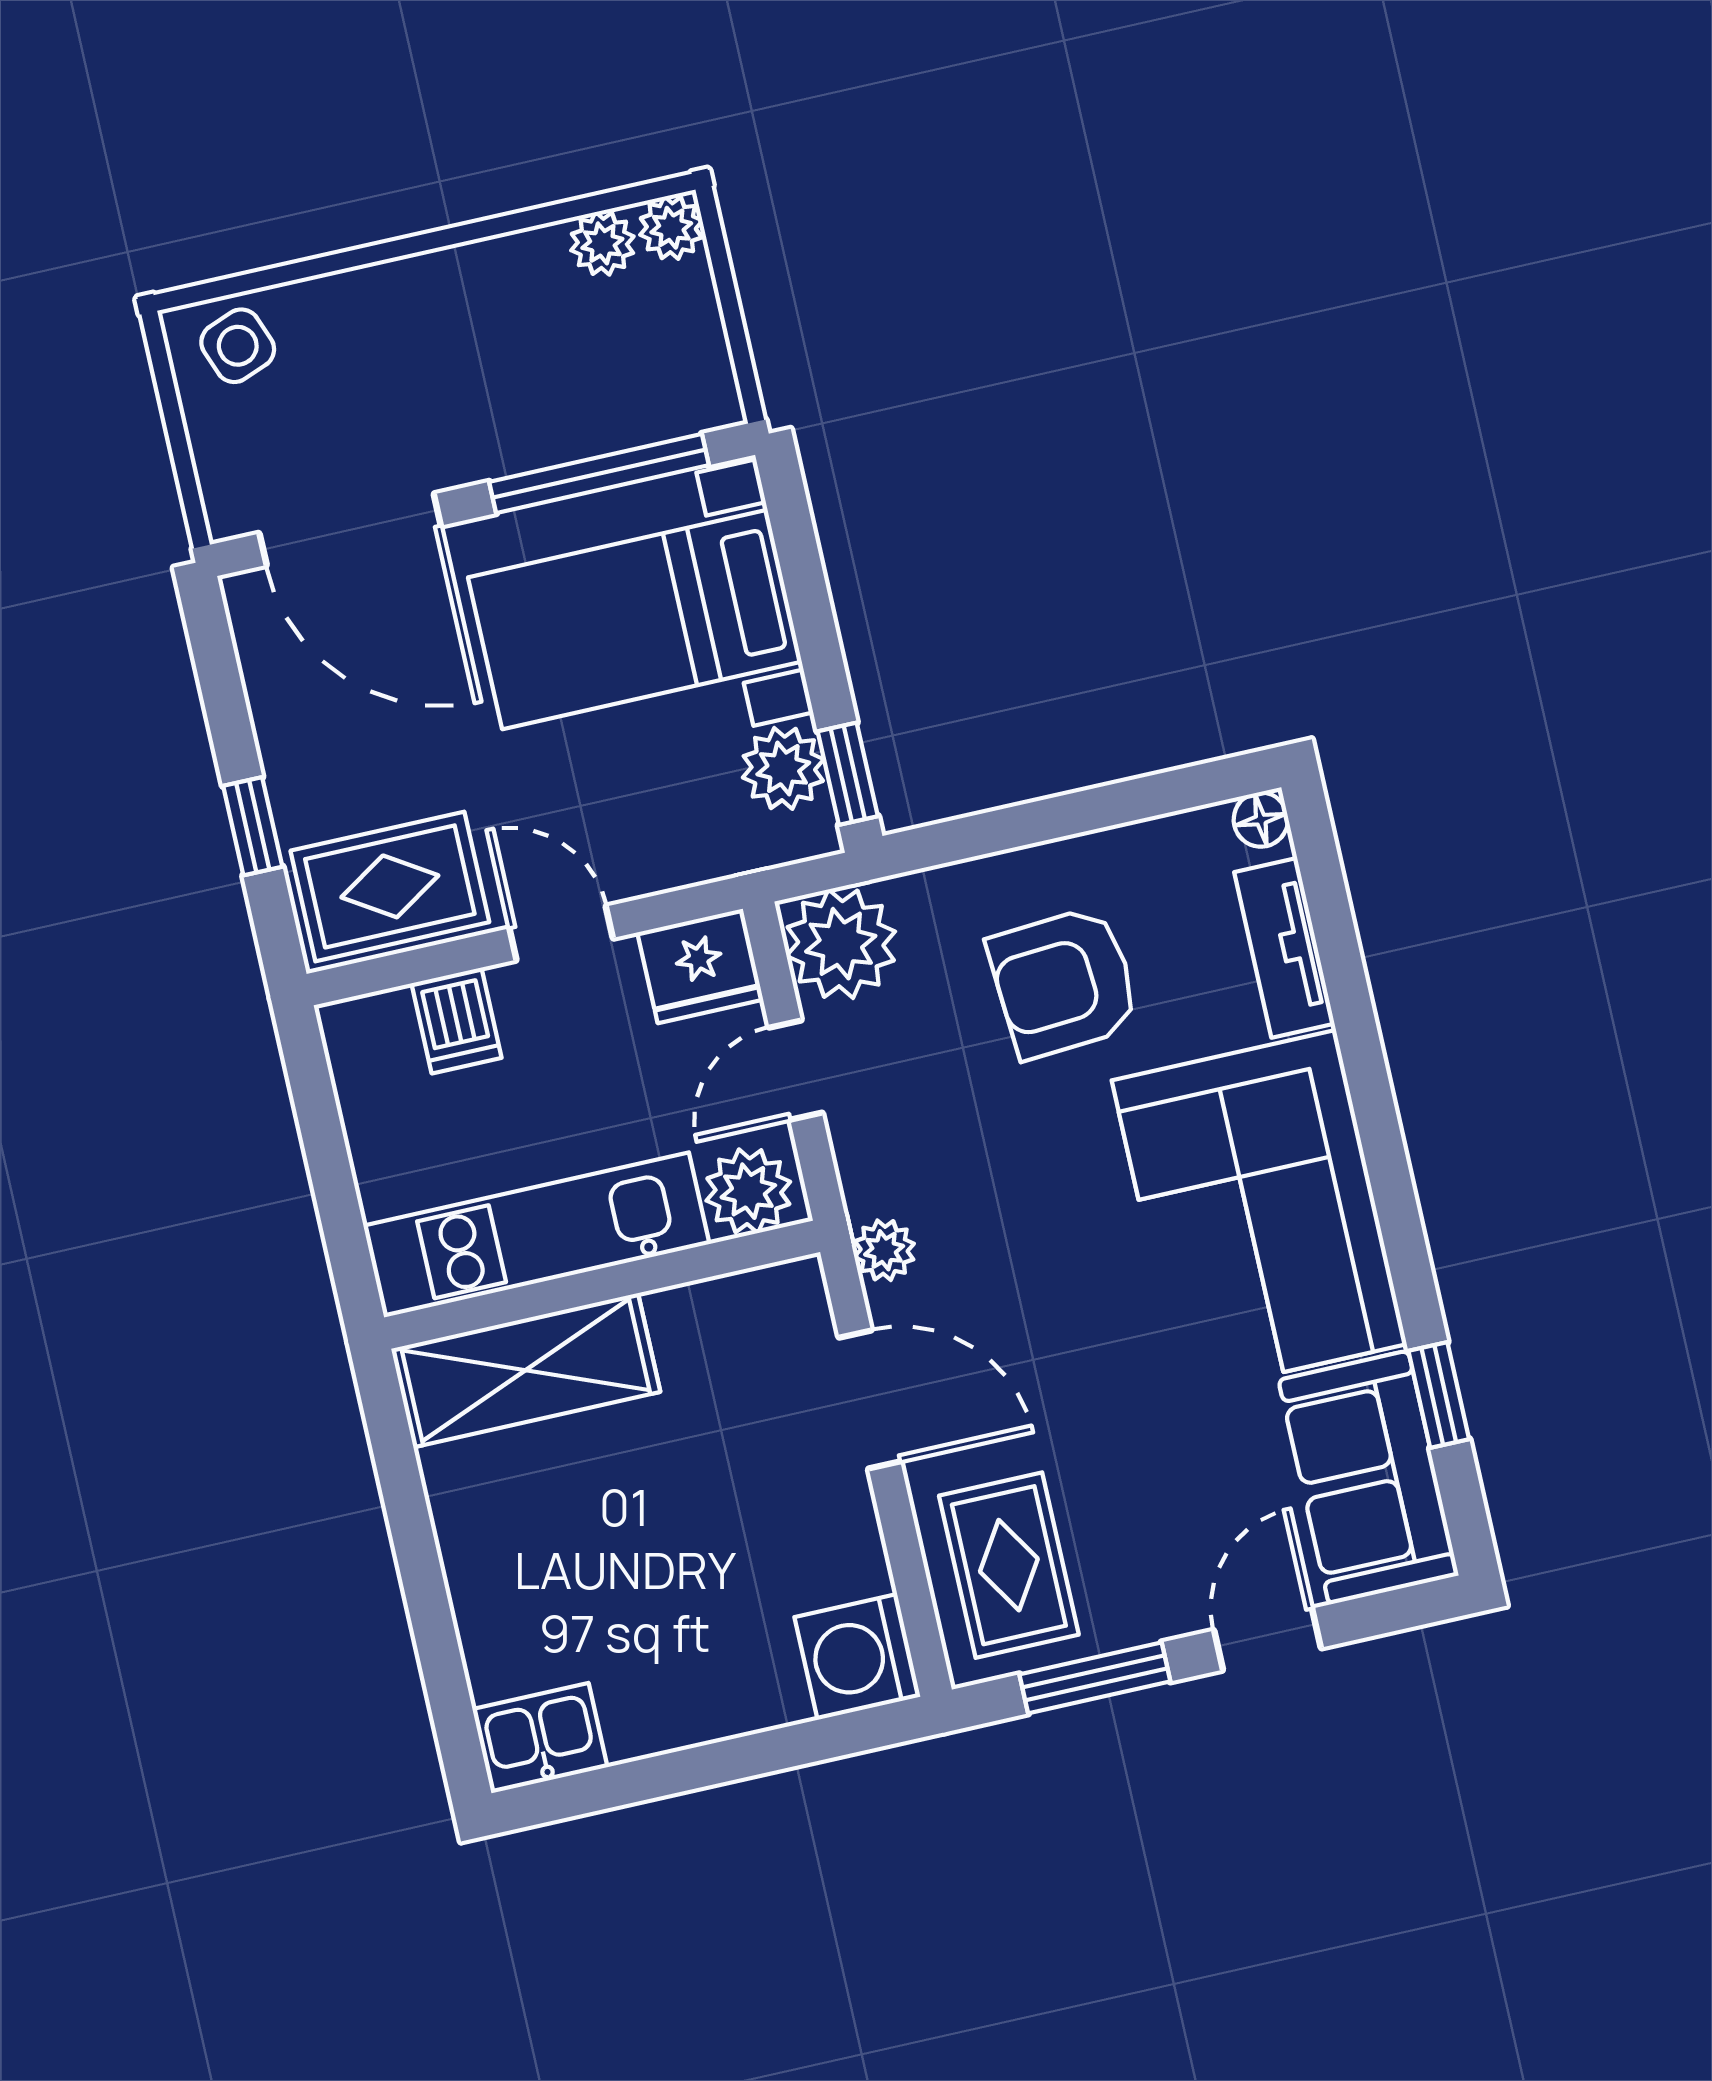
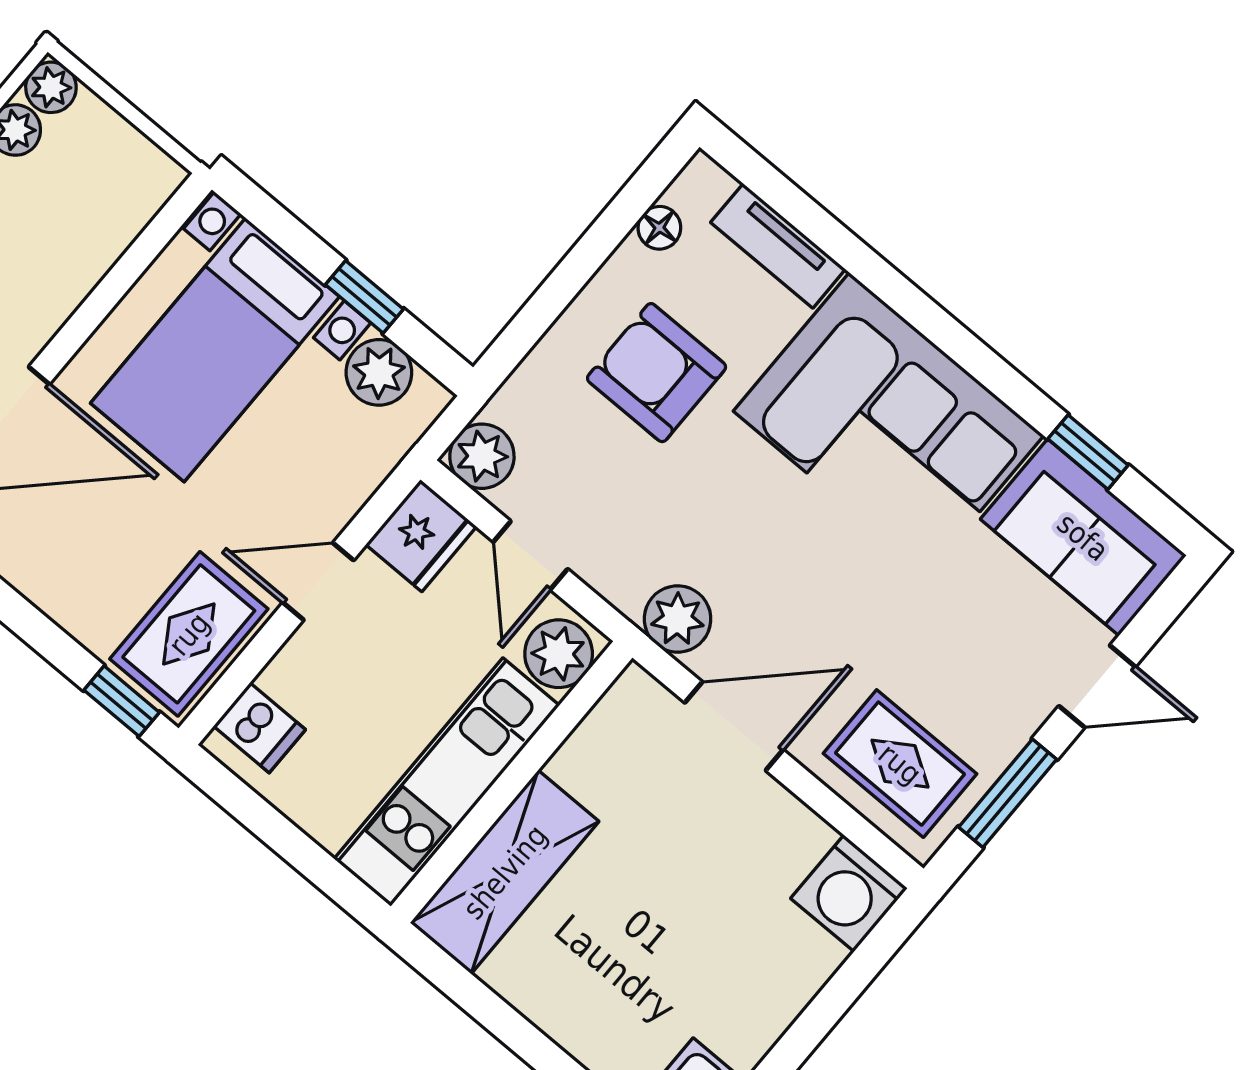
window: (599, 474) -> (123, 276), removed
window: (848, 774) -> (364, 297), moved
floor lamp: (1261, 820) -> (659, 228), moved
window: (253, 826) -> (122, 701), moved
plant: (841, 944) -> (482, 456), width x0.73, depth x0.73
armchair: (1064, 982) -> (657, 373), turned 94
dishwasher: (457, 1021) -> (259, 728), moved
plant: (884, 1250) -> (678, 619), width x1.38, depth x1.38
door: (1268, 1639) -> (1097, 686), swing flipped

